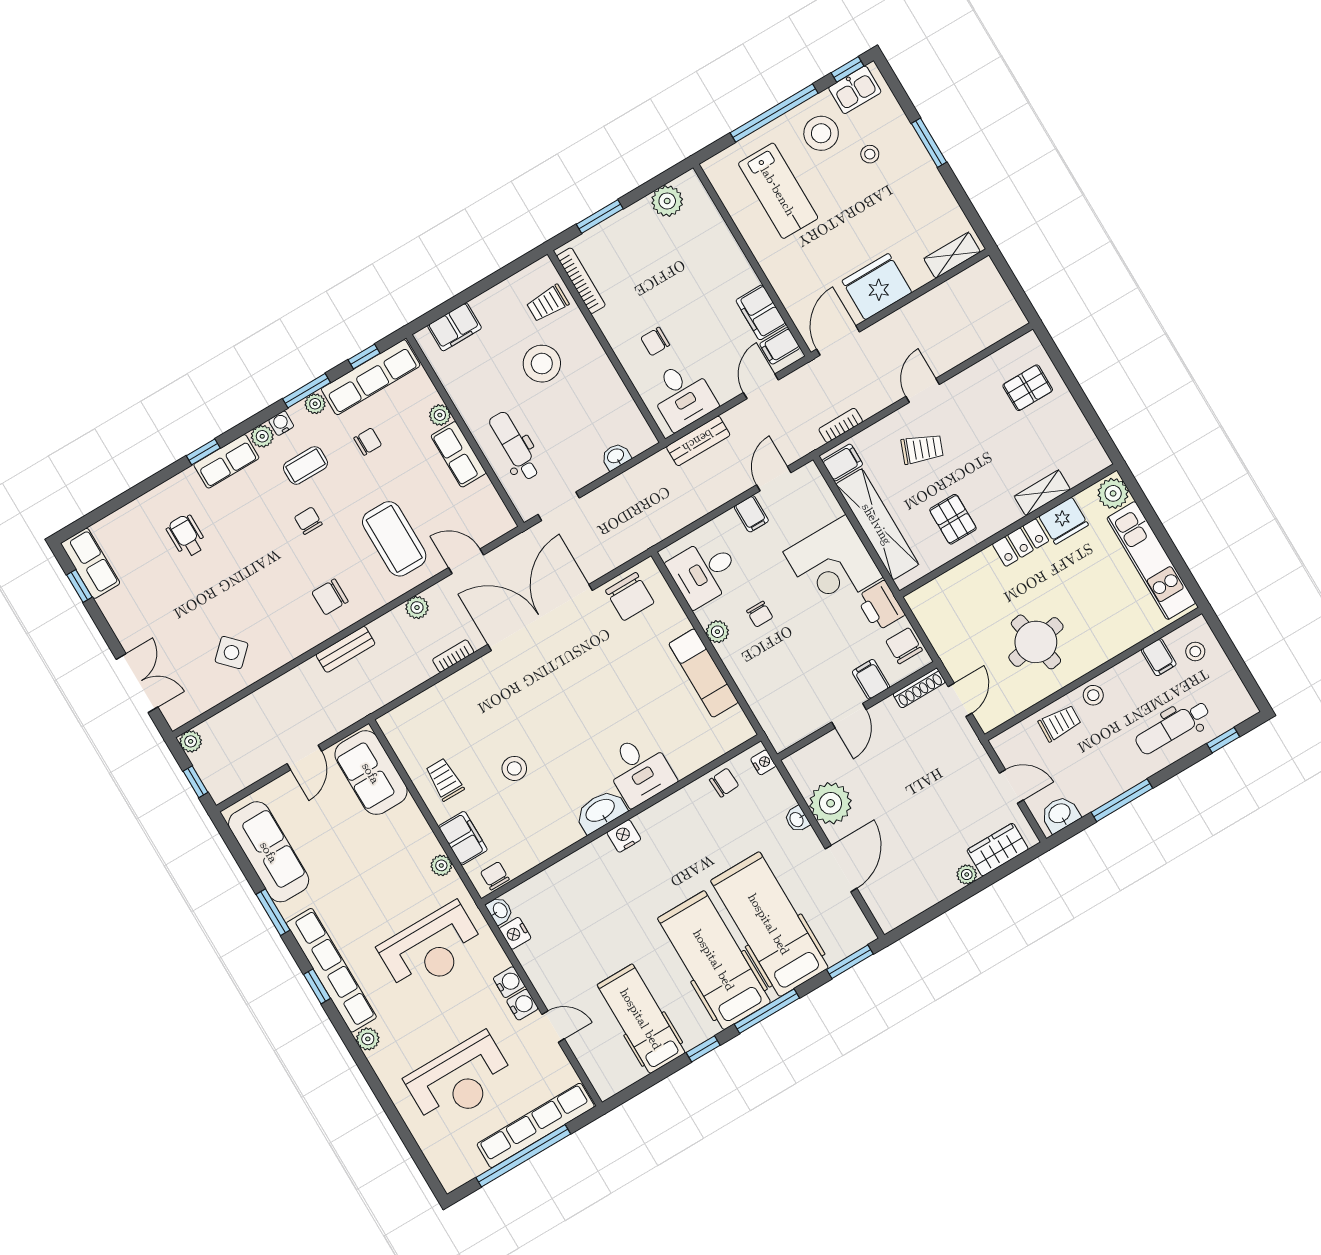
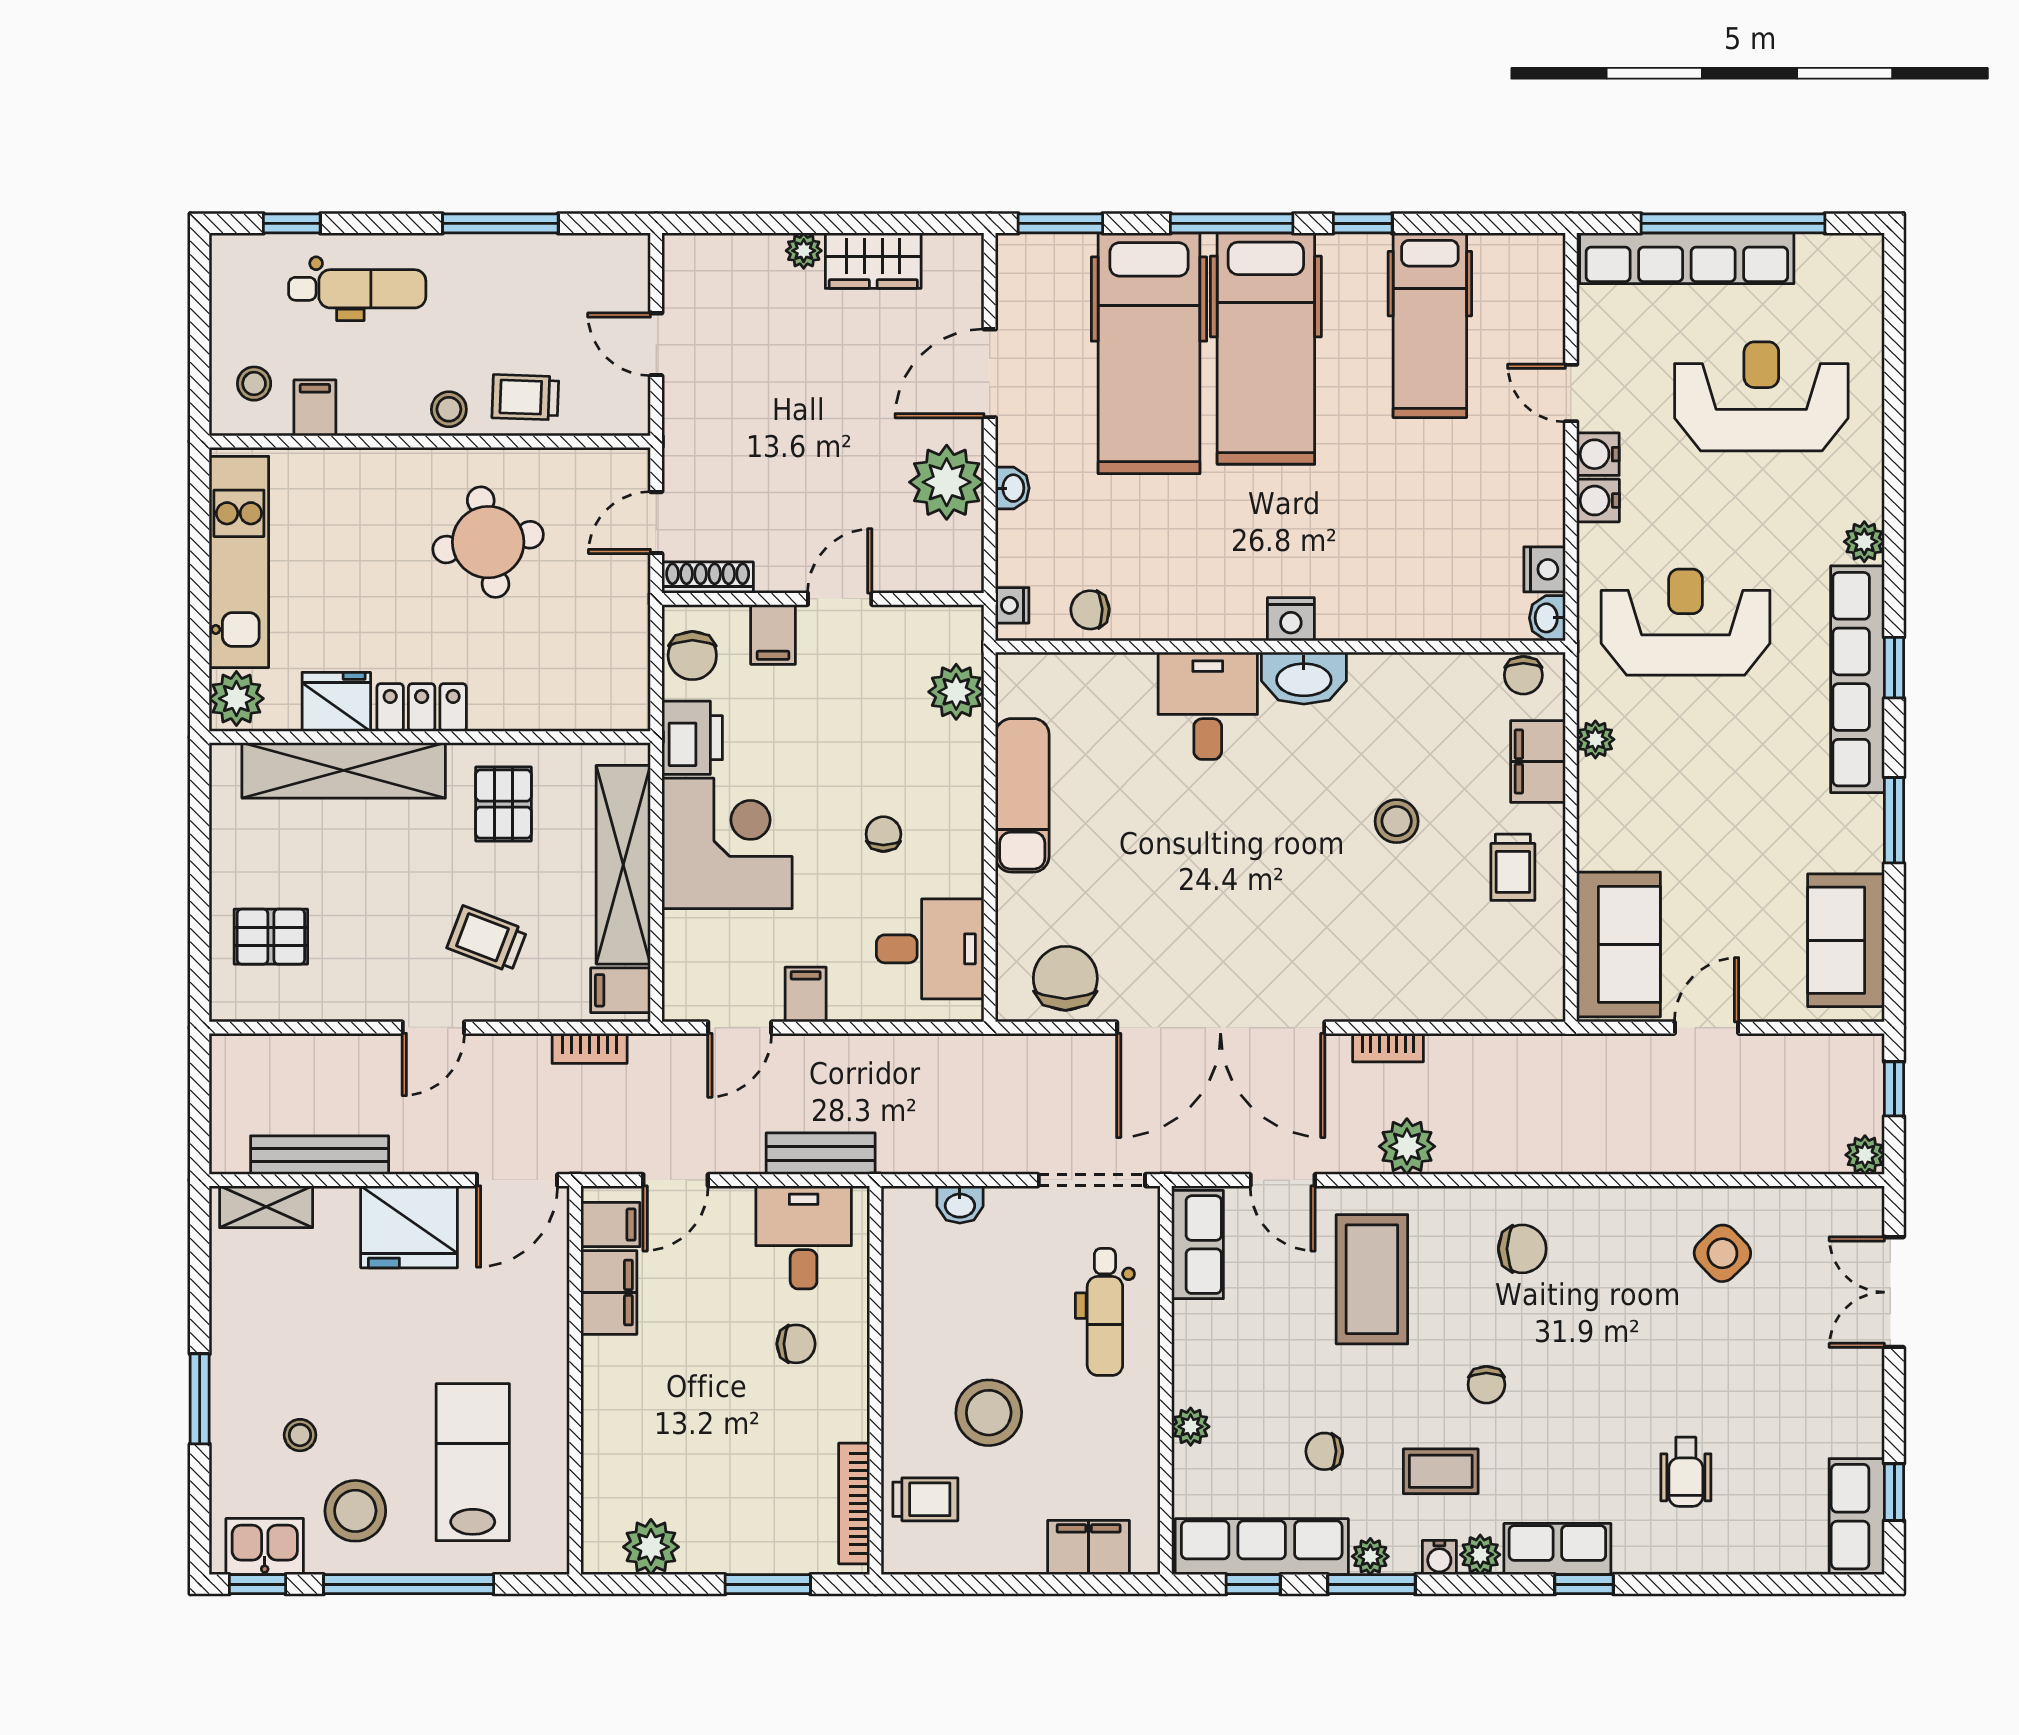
row of seats: (459, 454) -> (1198, 1245), moved
shelving: (1042, 493) -> (344, 770), width x2.20, depth x1.33
doorway: (559, 506) -> (1092, 1180), width x1.38
plant: (417, 608) -> (1407, 1146), width x1.38, depth x1.38
plant: (717, 632) -> (956, 692), moved, width x1.38, depth x1.38
bench: (346, 649) -> (320, 1155), moved, width x1.36
washbasin: (1060, 814) -> (607, 258), removed
wardrobe: (998, 850) -> (873, 261), moved
sofa: (269, 852) -> (1846, 940), width x0.73

